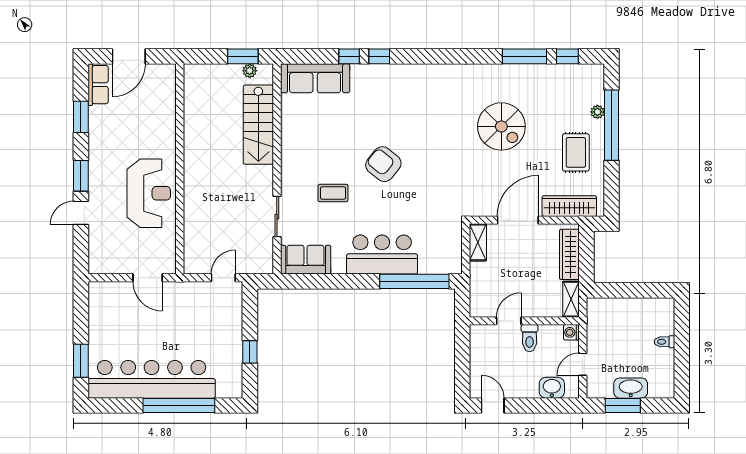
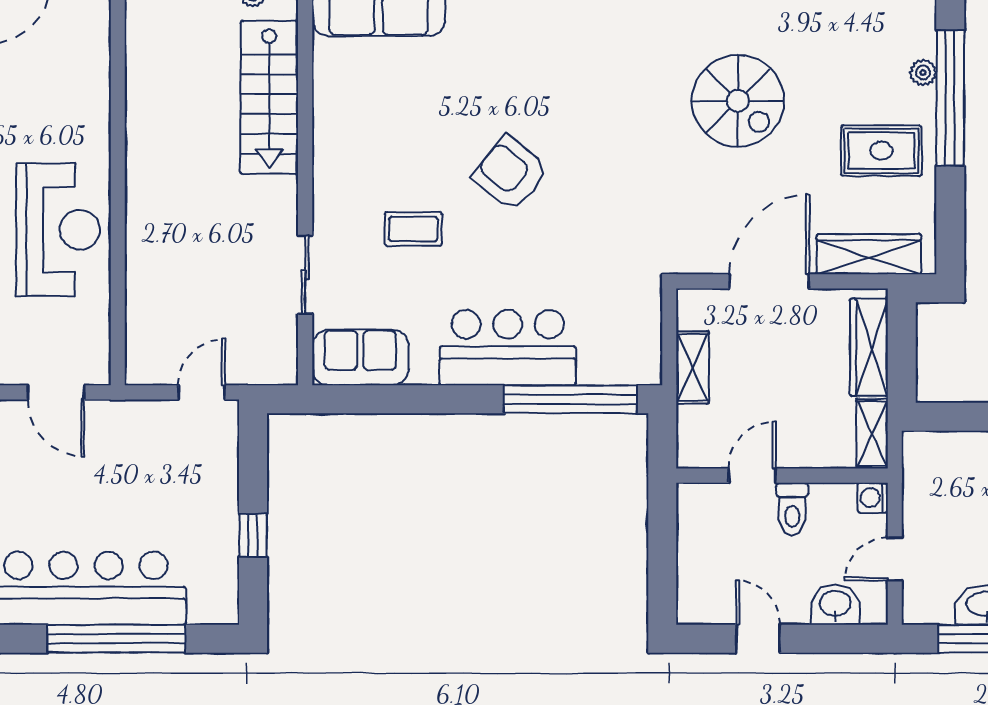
rug: (576, 152) -> (881, 151), turned 90
shelving: (478, 242) -> (692, 367), moved
door: (493, 405) -> (758, 639), moved

